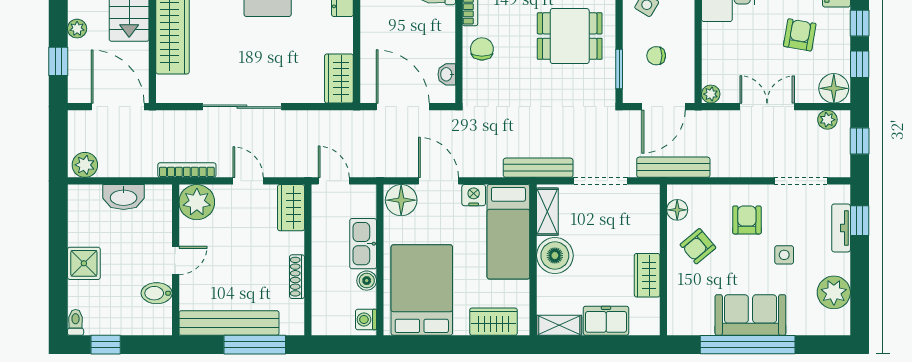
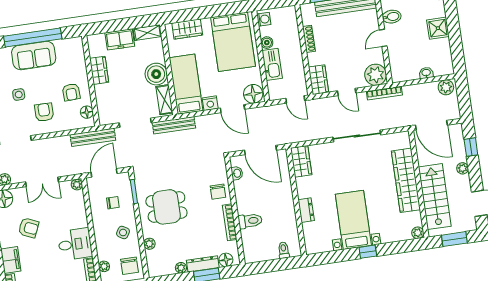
armchair: (800, 35) -> (29, 228), turned -76
washbasin: (124, 197) -> (426, 73), width x0.52, depth x0.69
armchair: (747, 220) -> (44, 112), turned 180
armchair: (698, 246) -> (71, 92), turned 128

